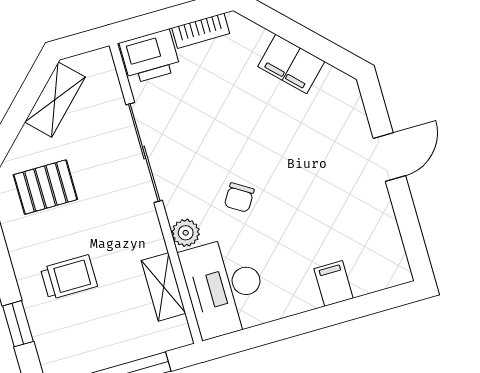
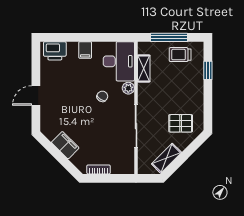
printer: (150, 56) -> (55, 51), moved, turned 180
trolley: (69, 277) -> (180, 55), moved
filing cabinet: (334, 284) -> (85, 50), moved

